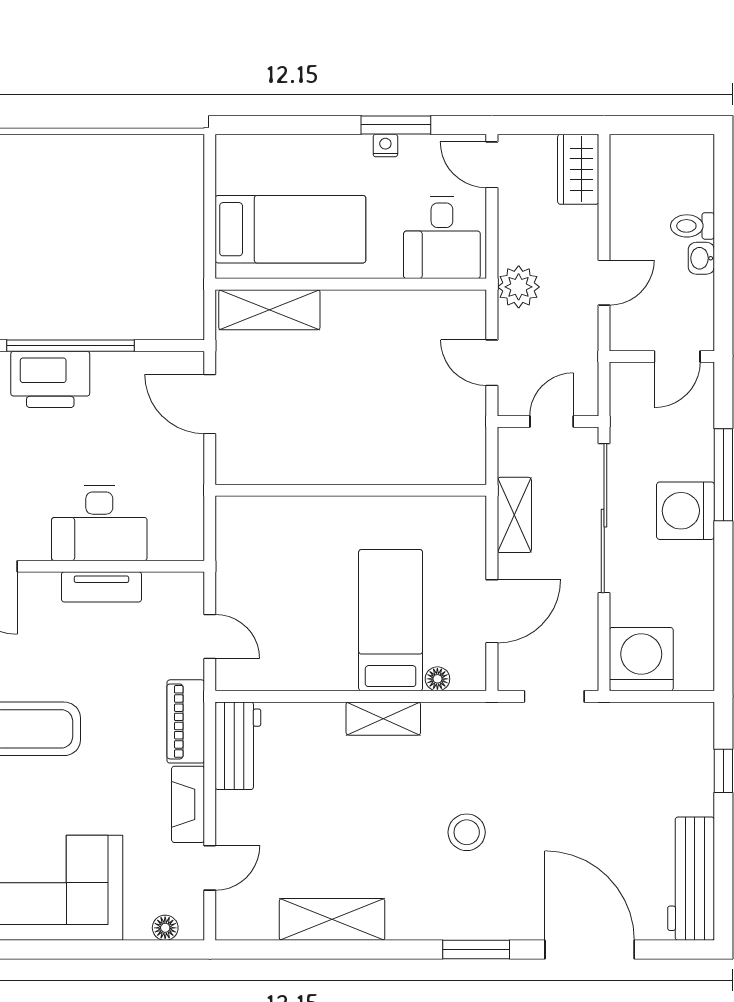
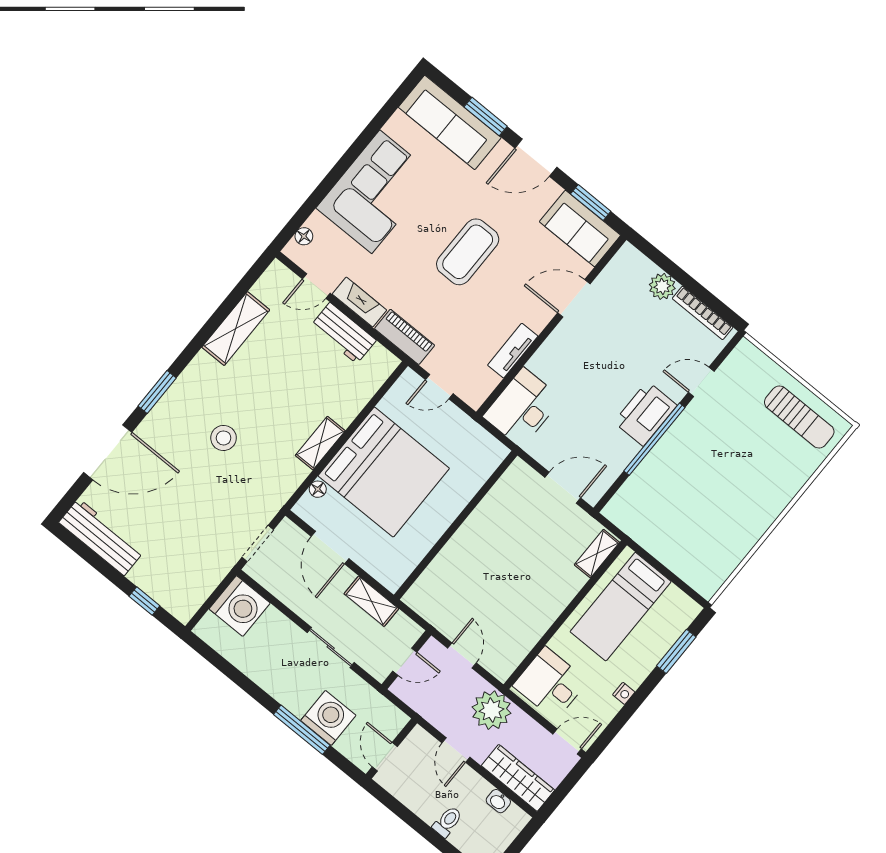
window: (396, 125) -> (676, 651), moved
wardrobe: (578, 169) -> (518, 778), width x1.50
washbasin: (701, 258) -> (498, 801), moved, turned 180
plant: (519, 287) -> (492, 710), width x1.36, depth x1.36
shelving: (269, 310) -> (597, 554), width x0.67, depth x0.75
door: (492, 363) -> (462, 656), hinge flipped
door: (552, 422) -> (405, 662), hinge flipped
washing machine: (686, 511) -> (328, 718), moved
sliding door: (604, 518) -> (331, 648), width x0.54
desk: (99, 523) -> (522, 408), moved
bed: (391, 620) -> (384, 472), width x2.04
workbench: (238, 746) -> (343, 333), moved
door: (210, 868) -> (316, 286), hinge flipped

